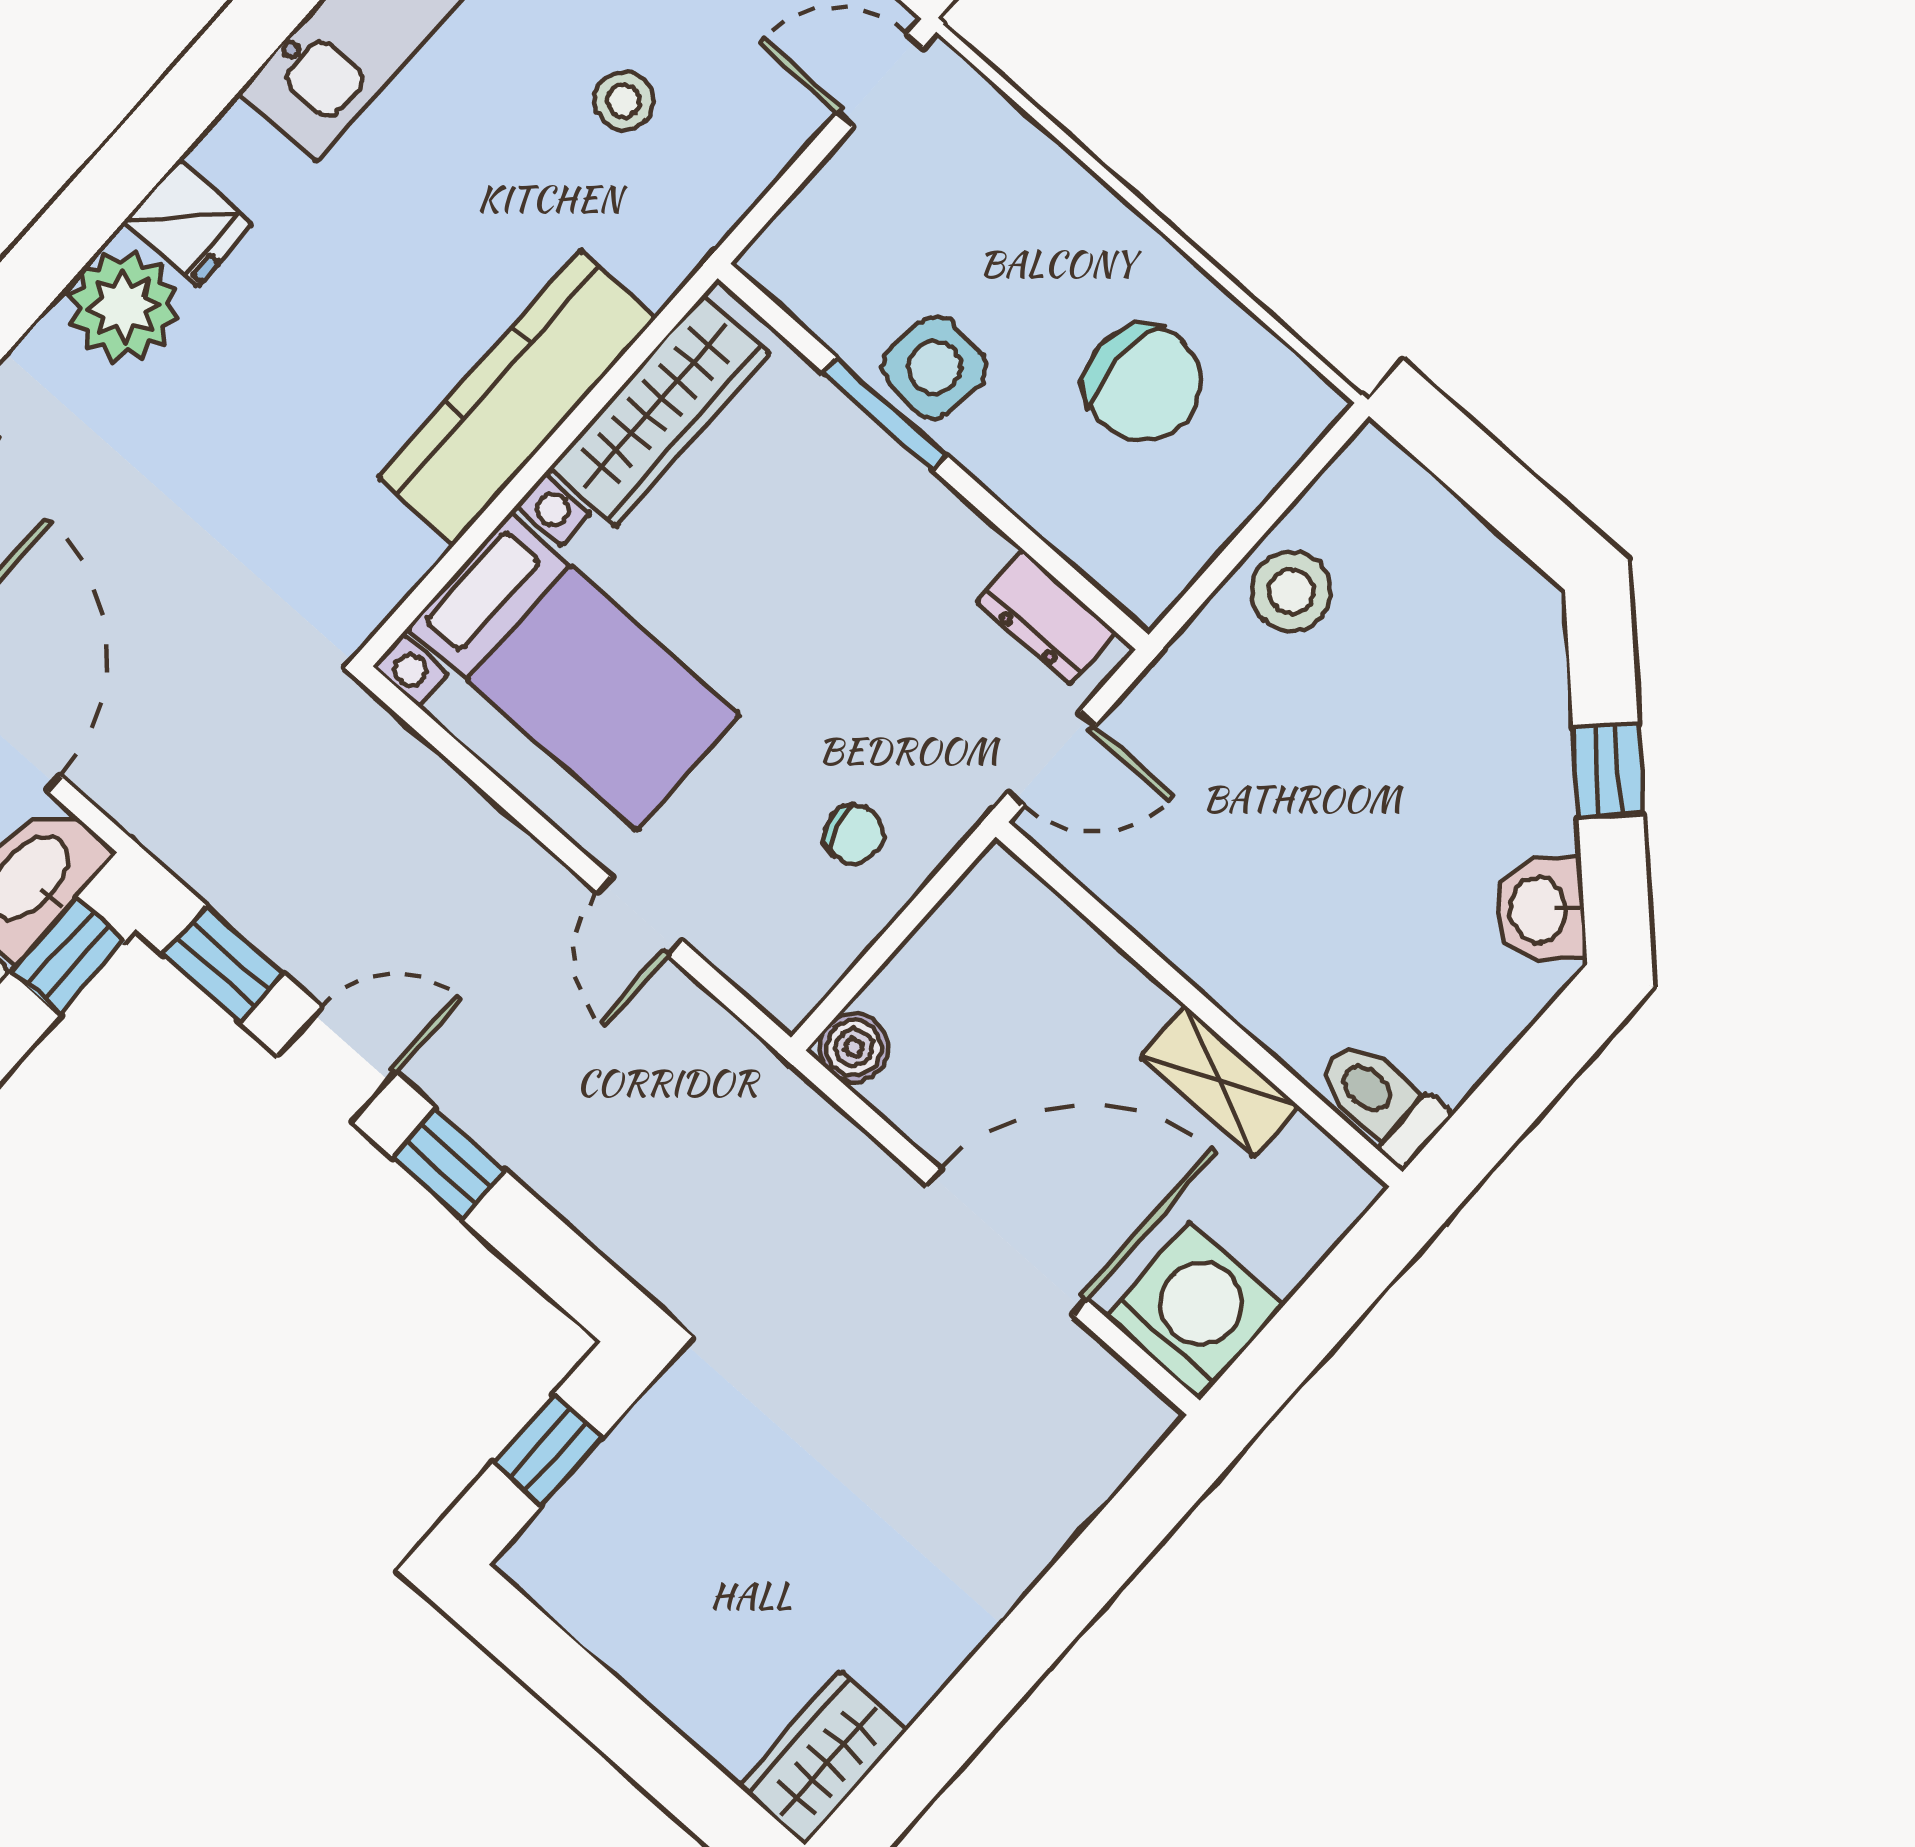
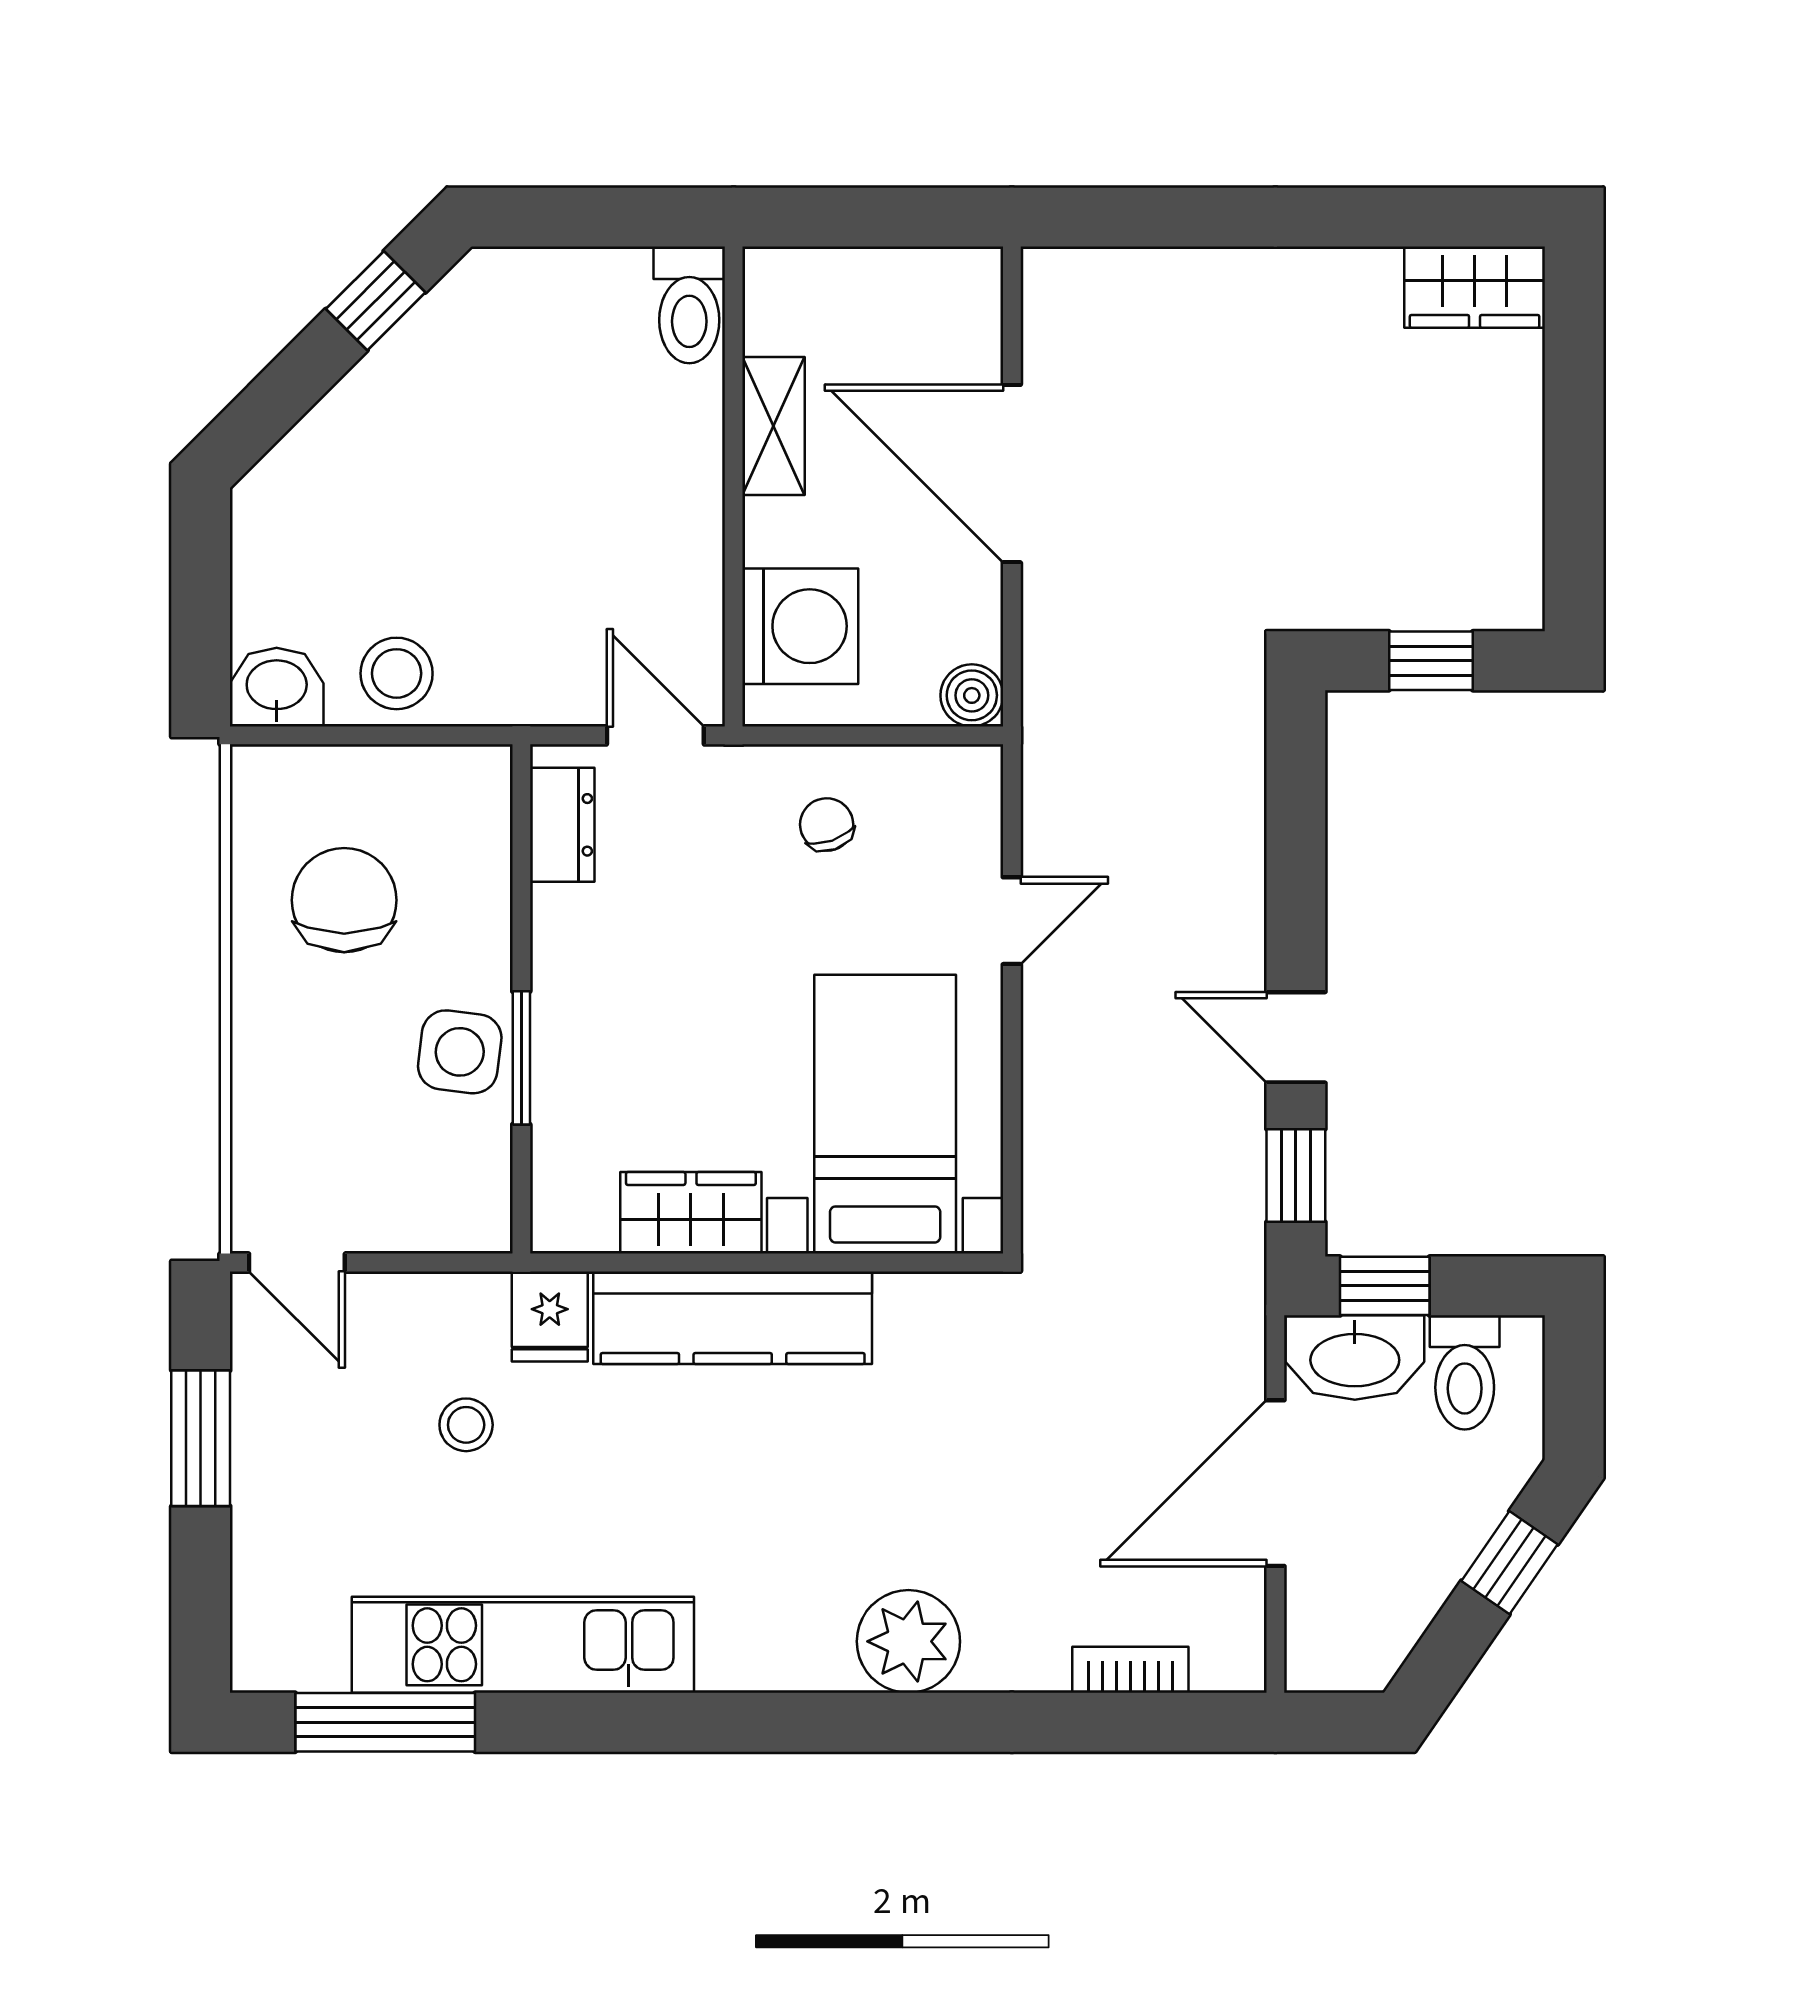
fridge: (188, 223) -> (550, 1316), moved, turned 180
wardrobe: (660, 411) -> (691, 1213), width x0.67
window: (1608, 771) -> (376, 301), moved
washbasin: (1541, 910) -> (277, 687), moved, turned -135
window: (449, 1164) -> (1296, 901), removed
washing machine: (1194, 1311) -> (800, 626), moved, turned 180

